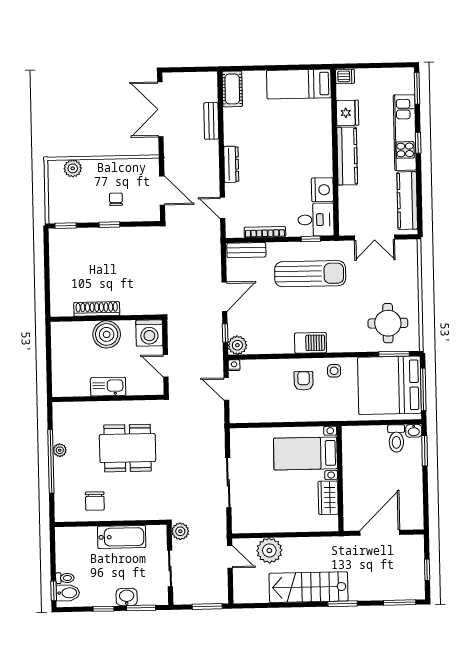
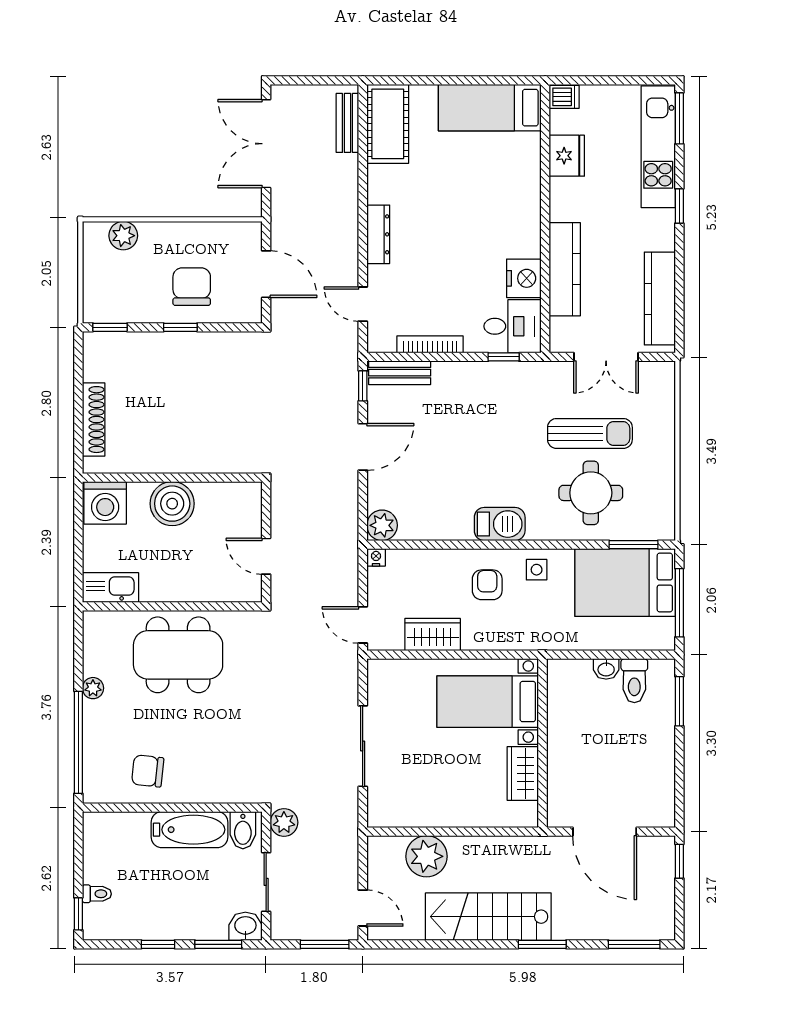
cot: (232, 89) -> (388, 124), width x1.37, depth x1.34
bench: (211, 121) -> (347, 123), moved
kitchen unit: (405, 133) -> (658, 147), moved
kitchen counter: (347, 156) -> (565, 269), moved
chair: (116, 199) -> (192, 287), width x1.87, depth x1.87
sun lounger: (310, 274) -> (590, 433), moved, width x0.73, depth x0.75
shoe rack: (97, 309) -> (94, 420), moved, turned 90
round table: (388, 323) -> (591, 493), moved
washing machine: (149, 333) -> (105, 503), moved
window: (225, 333) -> (363, 386), moved
bed: (389, 385) -> (625, 583), width x0.73
kitchen sink: (108, 387) -> (110, 587), moved
door: (226, 389) -> (363, 625), moved
wardrobe: (270, 412) -> (433, 634), added
washbasin: (414, 431) -> (606, 669), moved
dining table: (128, 448) -> (178, 655), moved
window: (51, 461) -> (78, 742), moved
chair: (95, 501) -> (148, 771), turned 96
door: (380, 533) -> (605, 832), swing flipped
door: (230, 557) -> (363, 908), moved
window: (427, 570) -> (679, 861), moved
bidet: (68, 593) -> (243, 830), moved, turned 90
washbasin: (127, 597) -> (245, 926), moved

